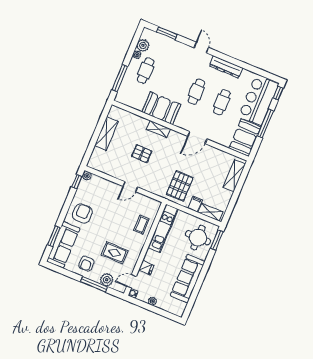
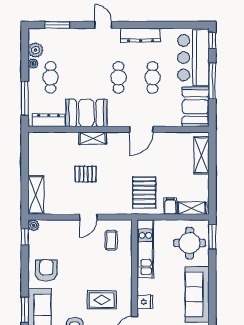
dresser: (131, 102) -> (49, 120), added
shelving: (106, 134) -> (36, 195), moved
coffee table: (141, 225) -> (111, 240), moved

